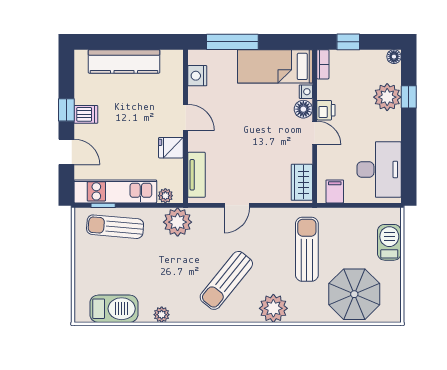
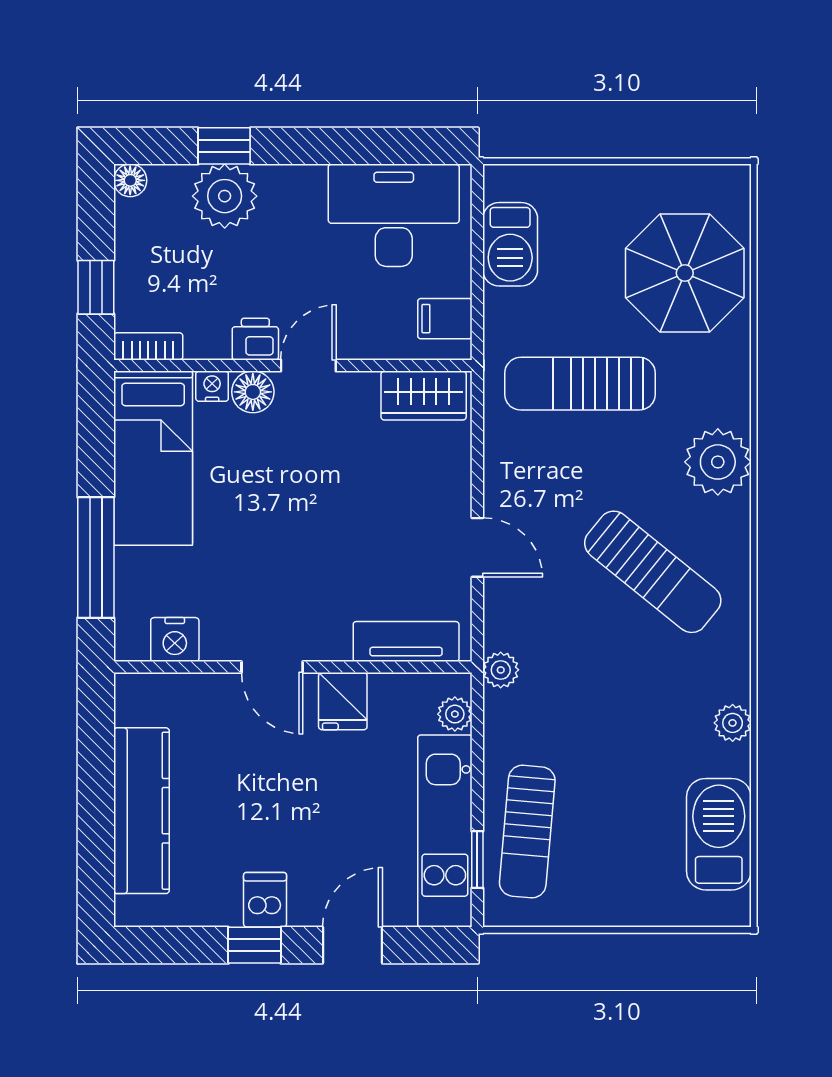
door: (186, 117) -> (272, 667), swing flipped
plant: (178, 222) -> (501, 670), width x0.53, depth x0.53
barbecue: (389, 242) -> (510, 244), moved, turned -90

